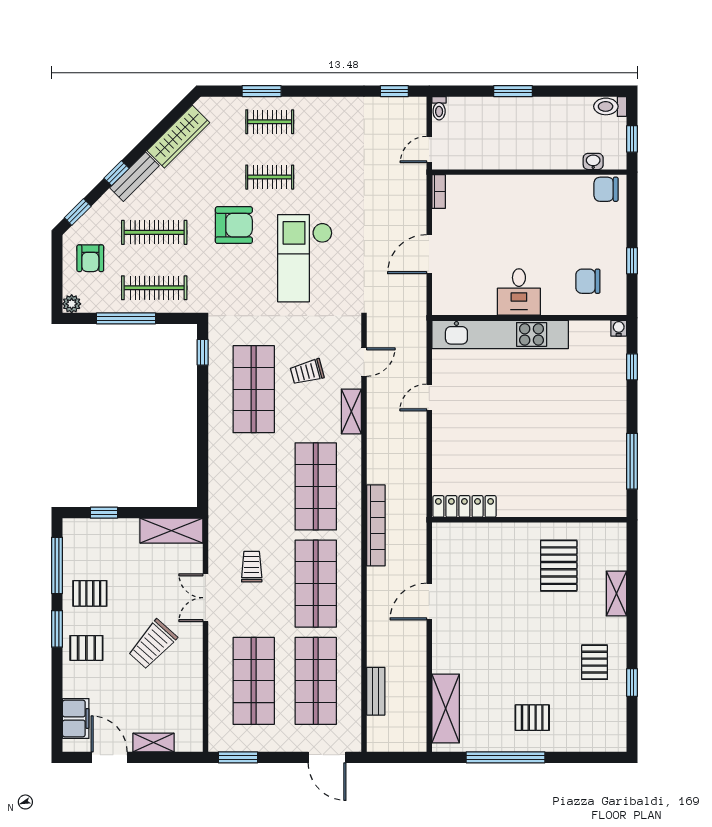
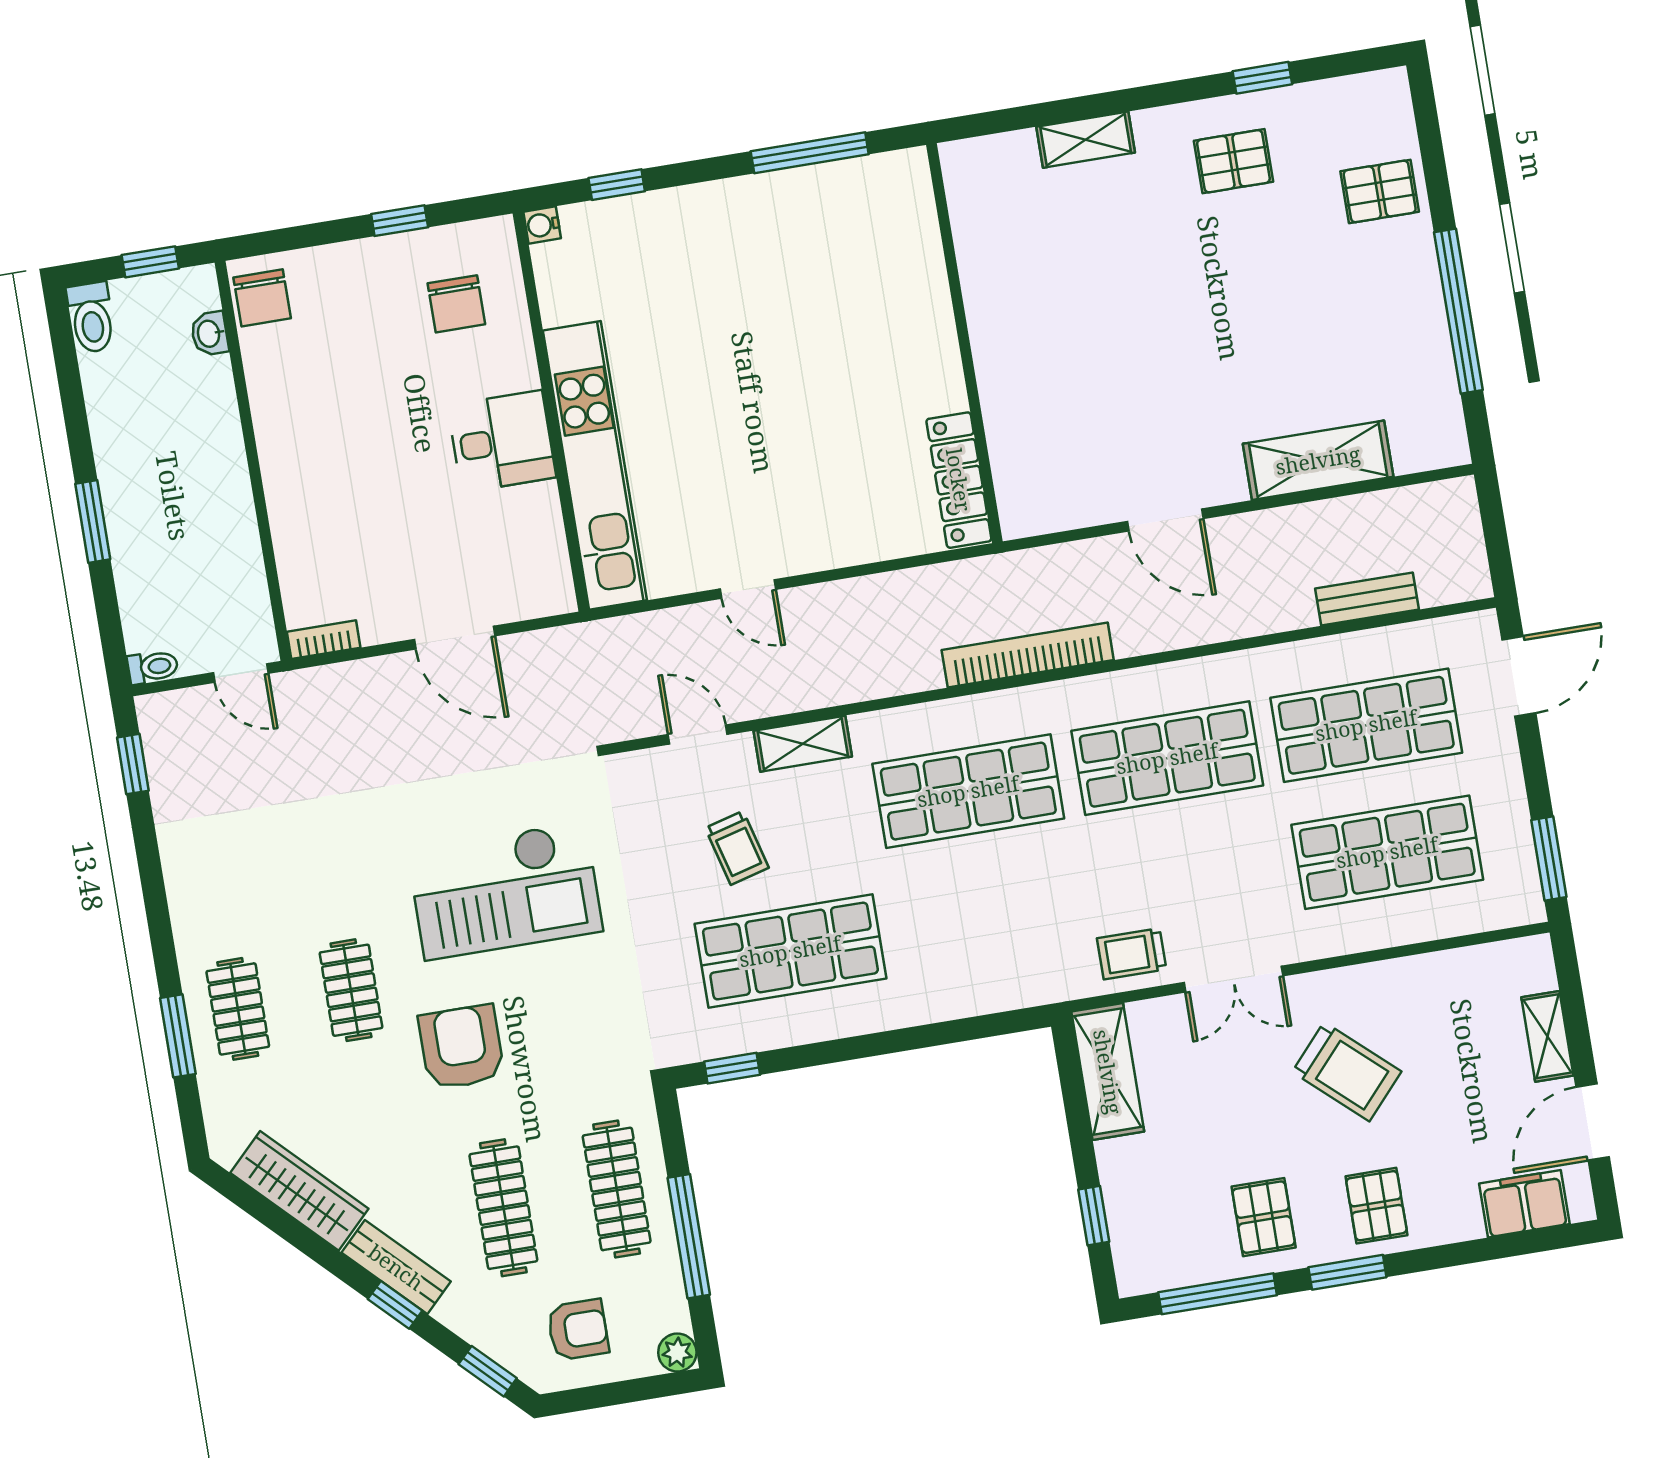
pallet: (559, 566) -> (1048, 267), removed
trolley: (252, 567) -> (1132, 954), moved
shelving: (446, 709) -> (1318, 460), moved
pallet: (532, 718) -> (1380, 191), moved, turned 90

